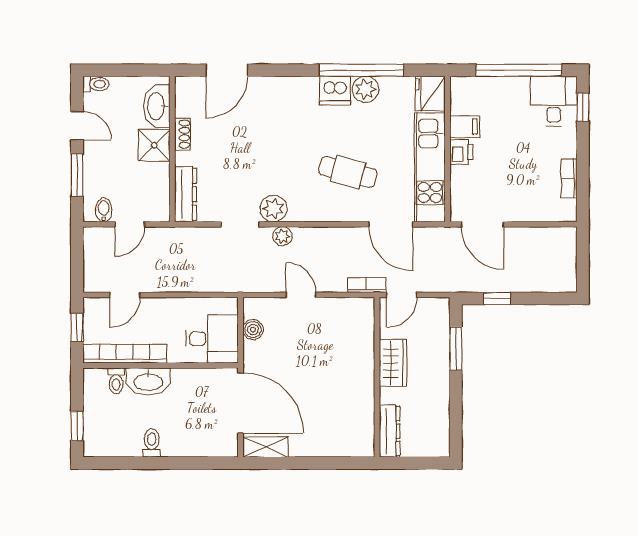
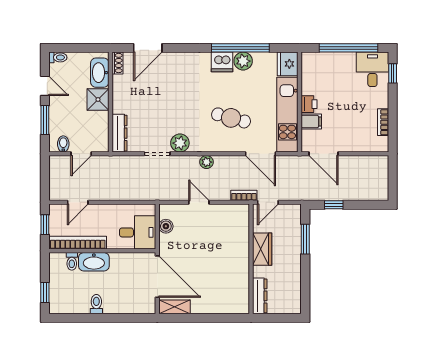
filing cabinet: (465, 127) -> (311, 122), moved
shoe rack: (182, 134) -> (117, 63), moved
plant: (282, 236) -> (207, 162), moved

